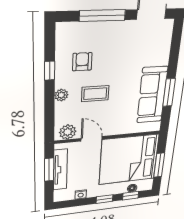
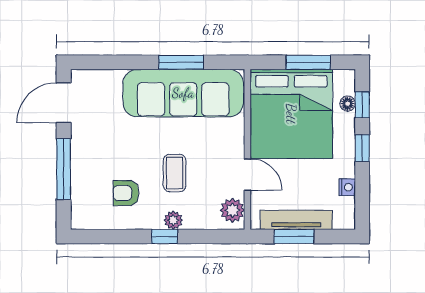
window: (50, 71) -> (165, 236), moved
sofa: (152, 95) -> (183, 93), width x1.36, depth x1.27
door: (92, 139) -> (247, 174), swing flipped

